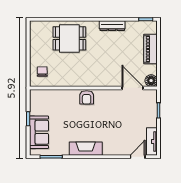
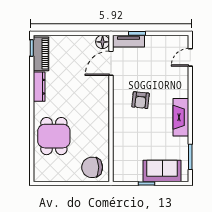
piano: (150, 49) -> (41, 54), moved, turned -90
chair: (42, 72) -> (92, 167), width x1.87, depth x1.87
armchair: (87, 97) -> (141, 100), moved, turned 96
tv unit: (152, 141) -> (128, 41), moved
door: (138, 157) -> (190, 57), hinge flipped

